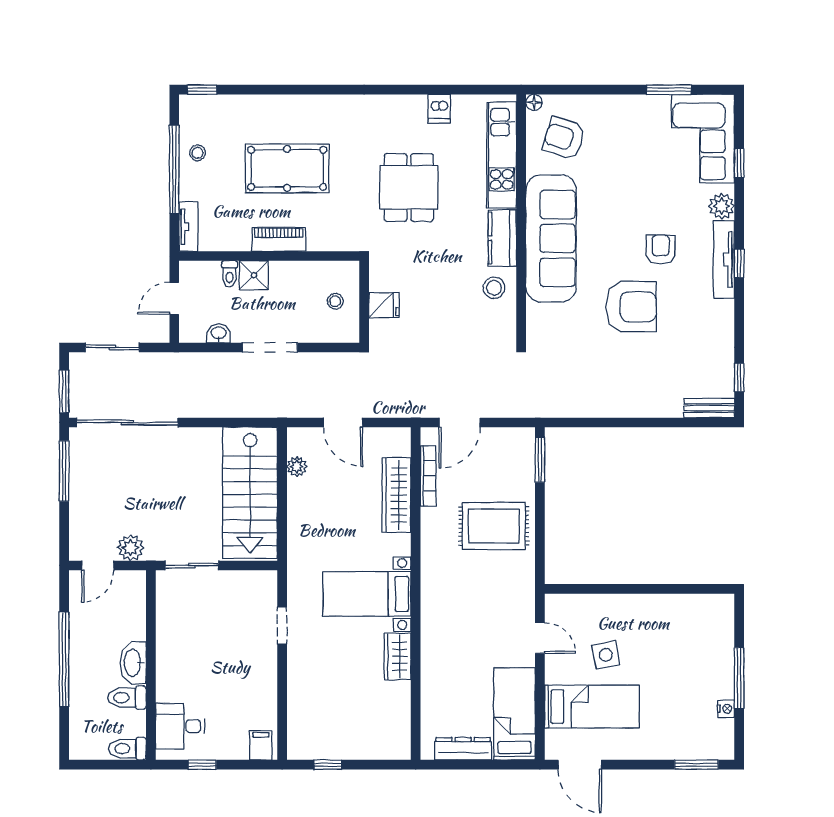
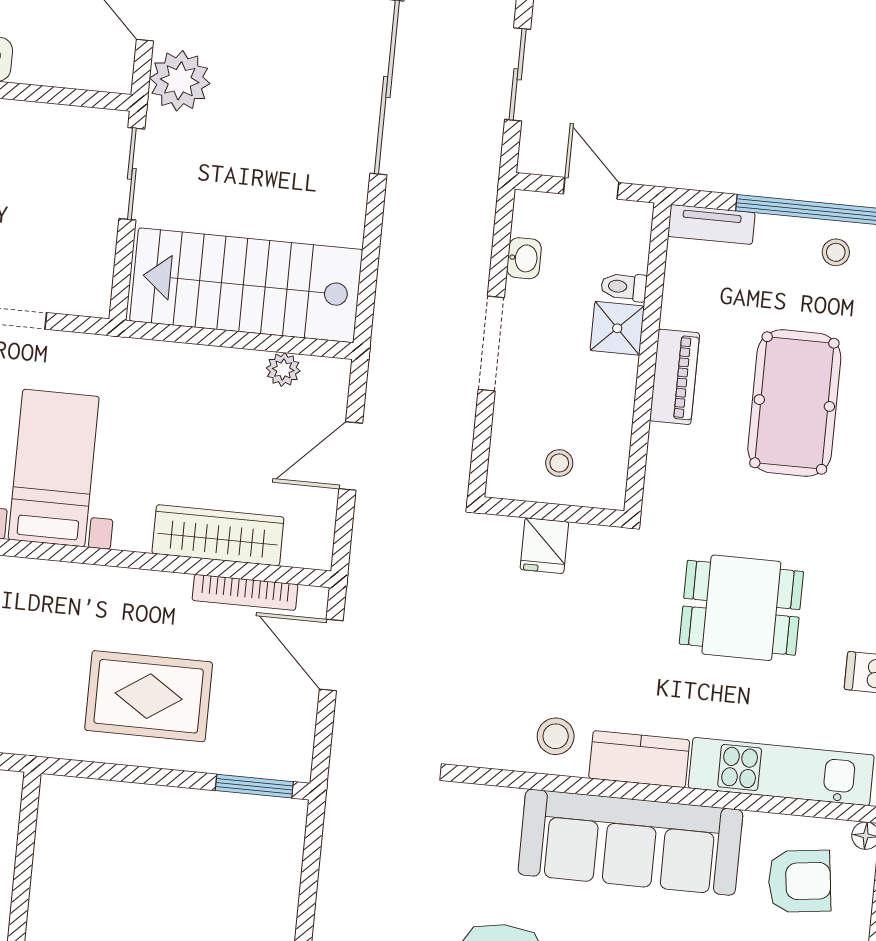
armchair: (564, 138) -> (800, 881), turned 65
rug: (494, 526) -> (149, 696), turned 90
plant: (131, 548) -> (180, 81), width x1.36, depth x1.36

